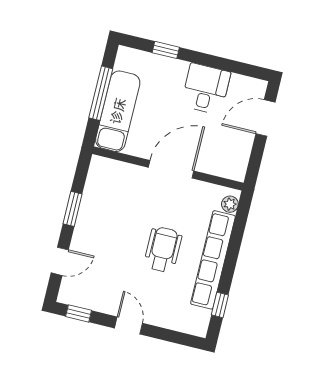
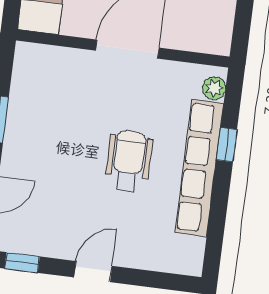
window: (220, 305) -> (227, 145), moved
door: (129, 326) -> (93, 272), hinge flipped

